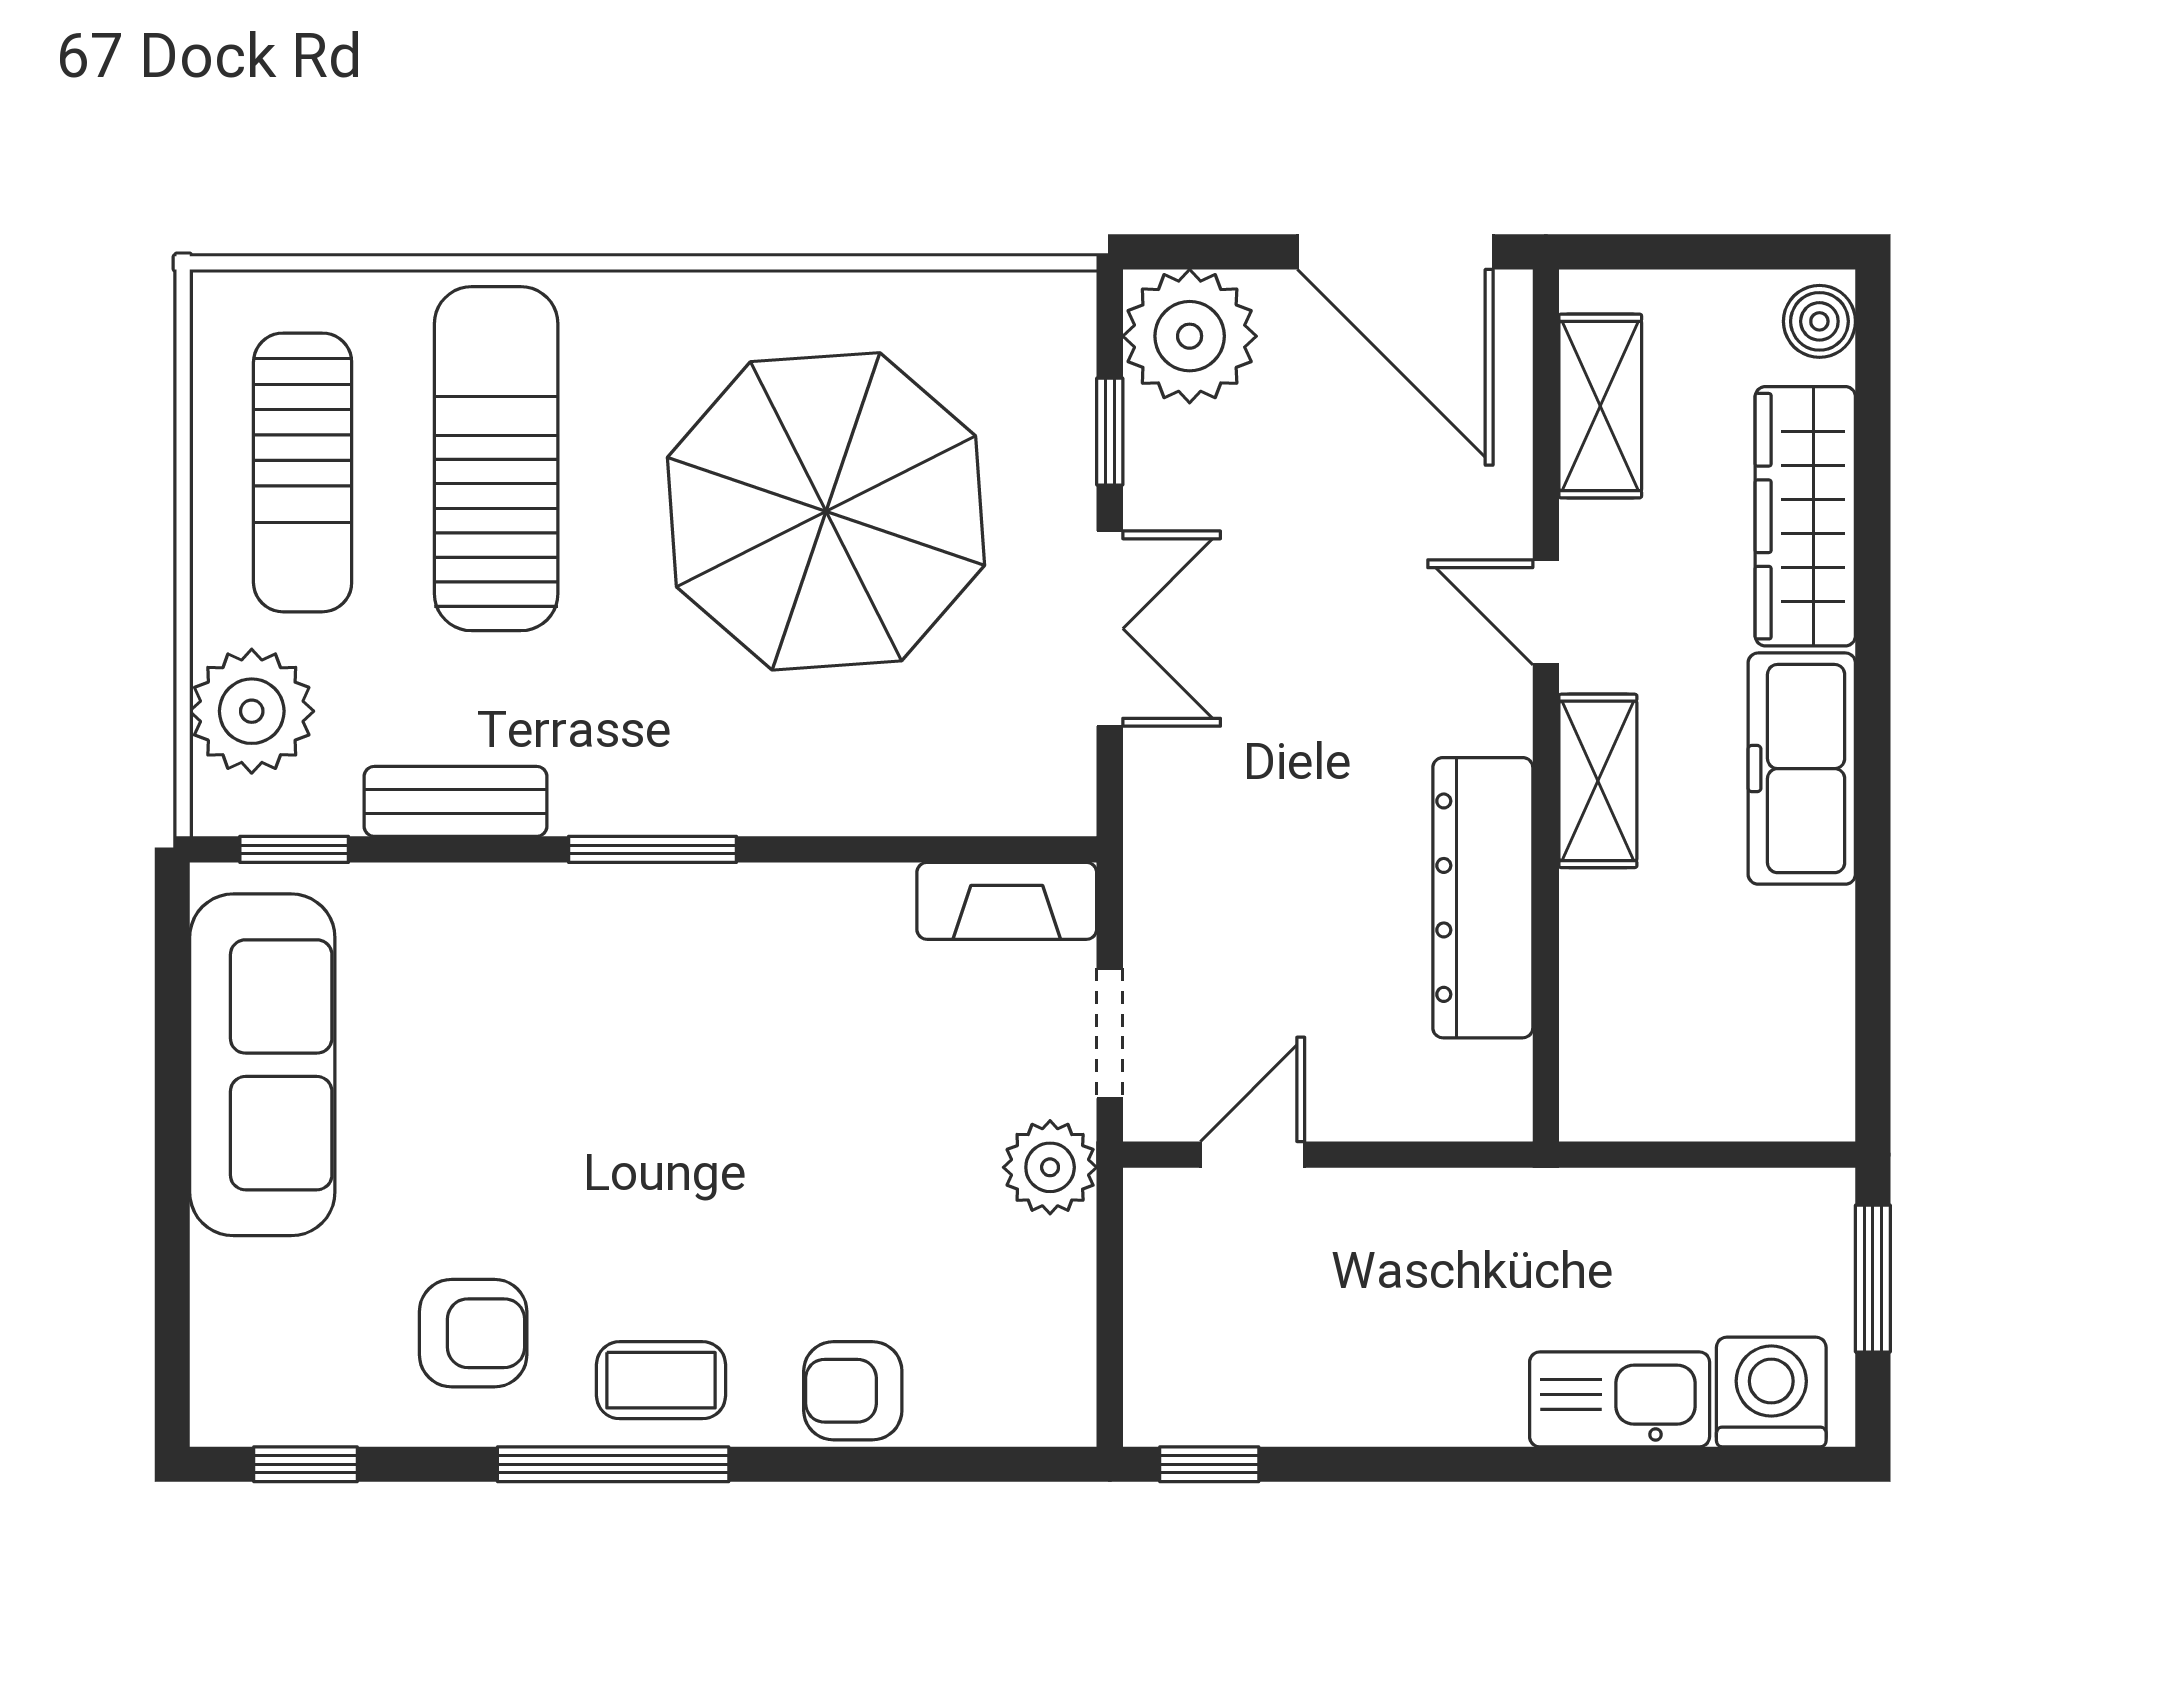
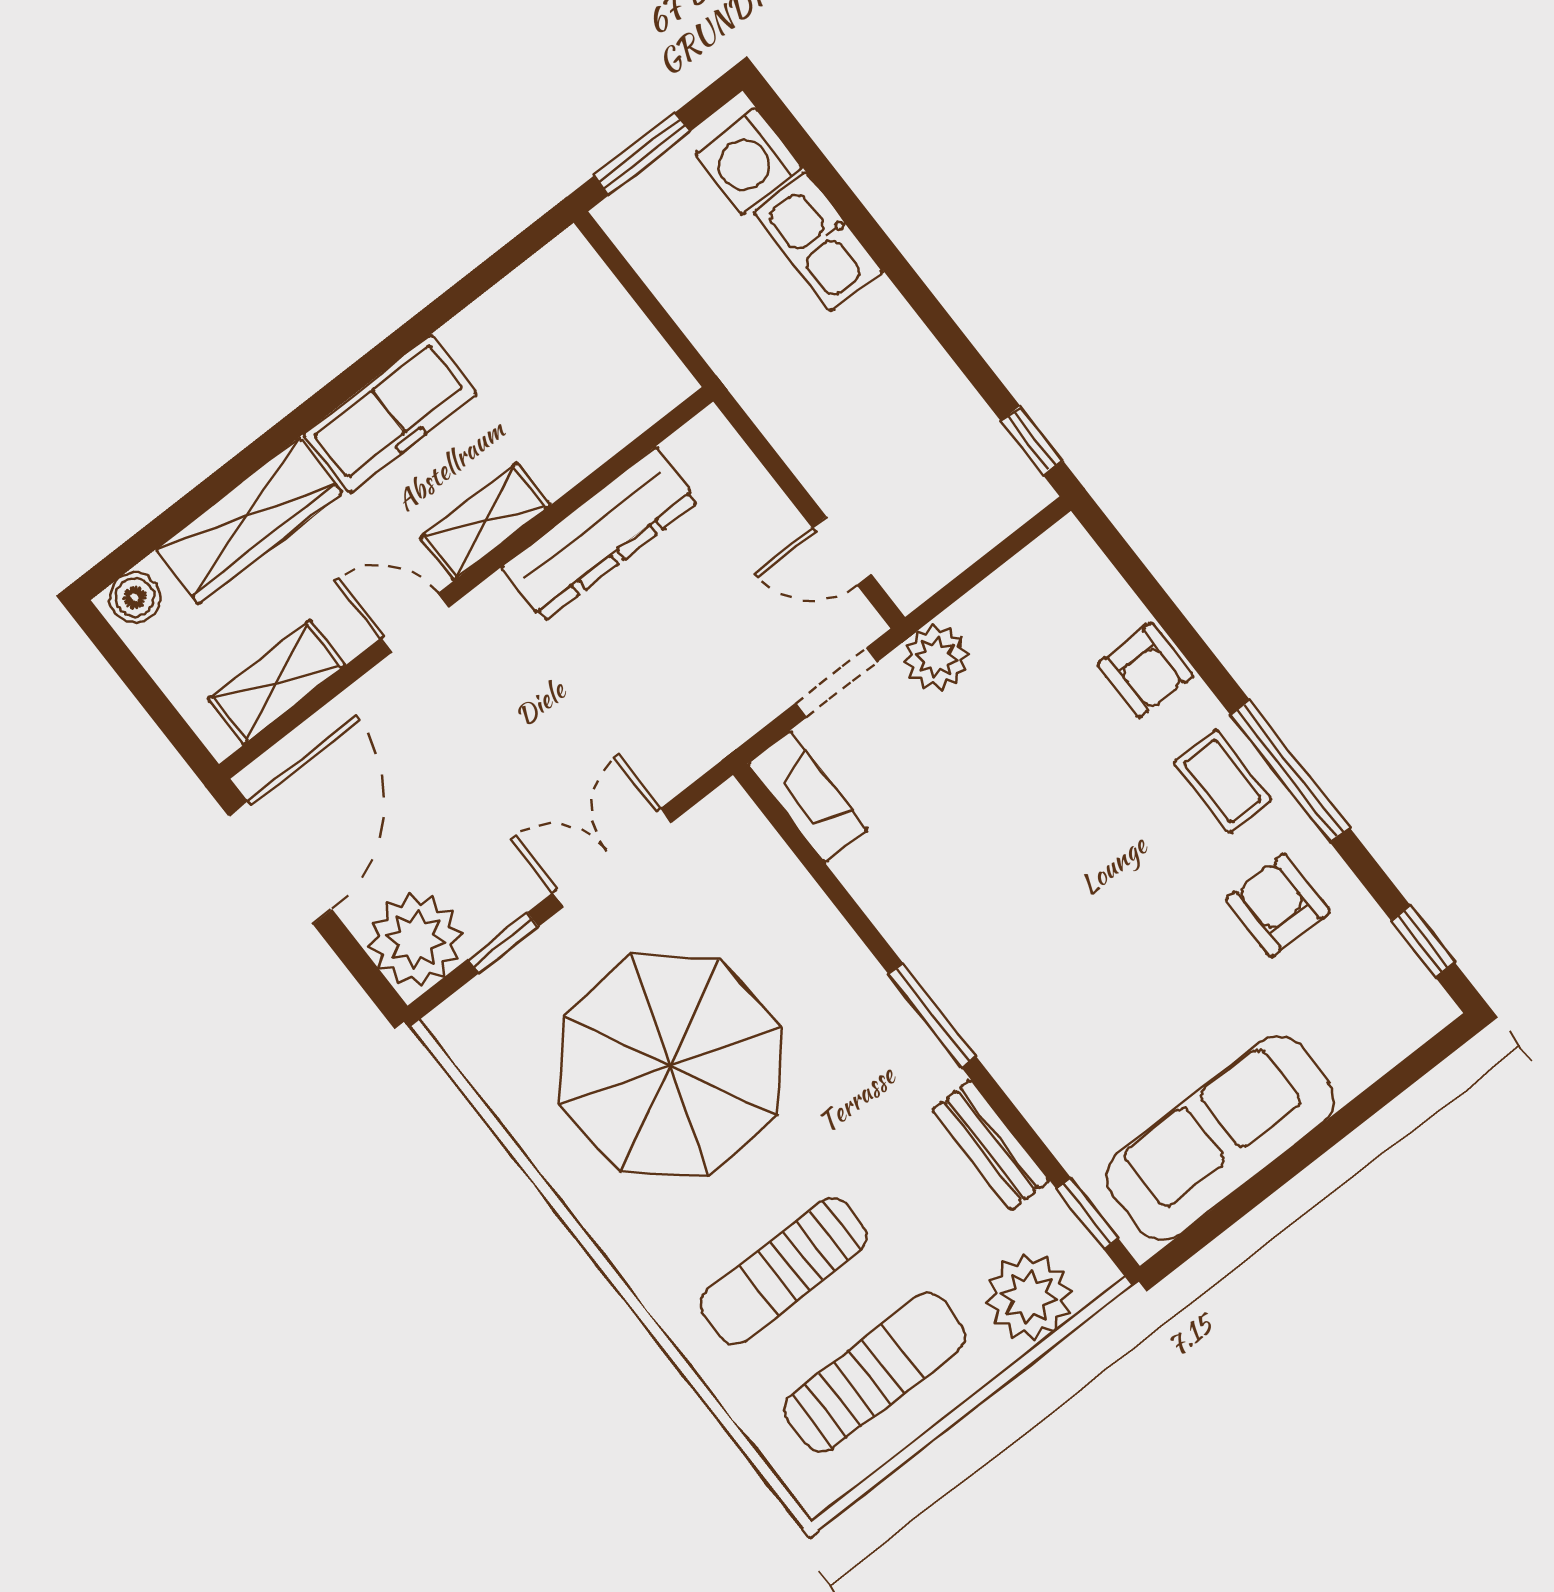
sun lounger: (496, 459) -> (784, 1271), width x0.73, depth x0.75
door: (1546, 612) -> (414, 623), swing flipped

